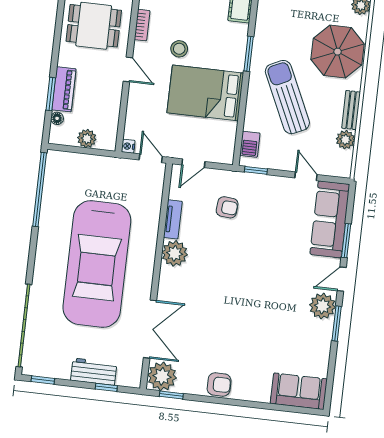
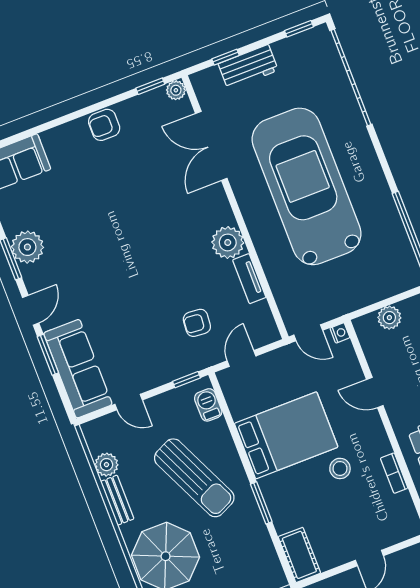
door: (128, 69) -> (375, 392), moved
door: (193, 163) -> (241, 358), moved
plant: (322, 306) -> (27, 247), moved
plant: (162, 376) -> (176, 90), width x0.53, depth x0.53

